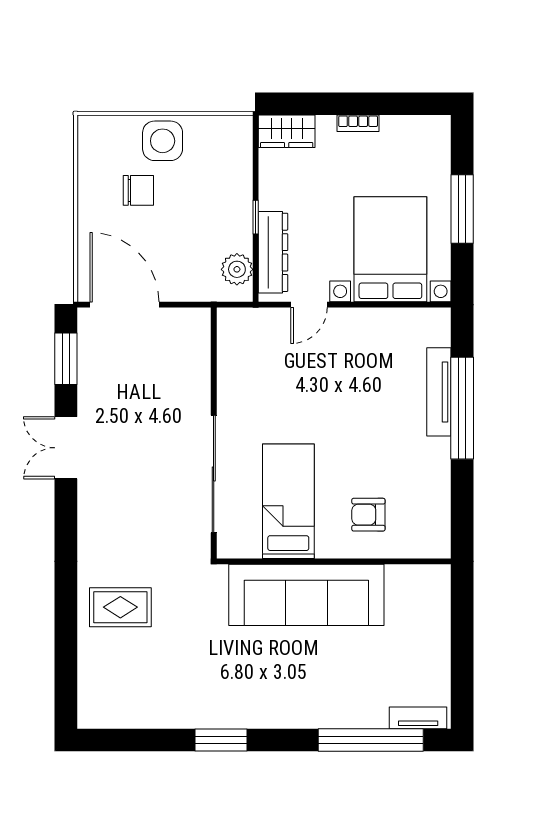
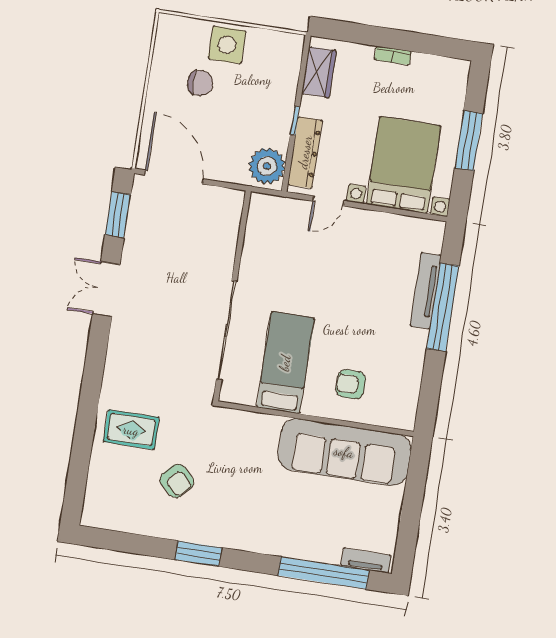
wardrobe: (287, 131) -> (319, 72), moved, turned -90
plant: (237, 269) -> (267, 166), width x1.36, depth x1.36
sofa: (306, 595) -> (344, 452), moved
armchair: (183, 659) -> (177, 481), added

